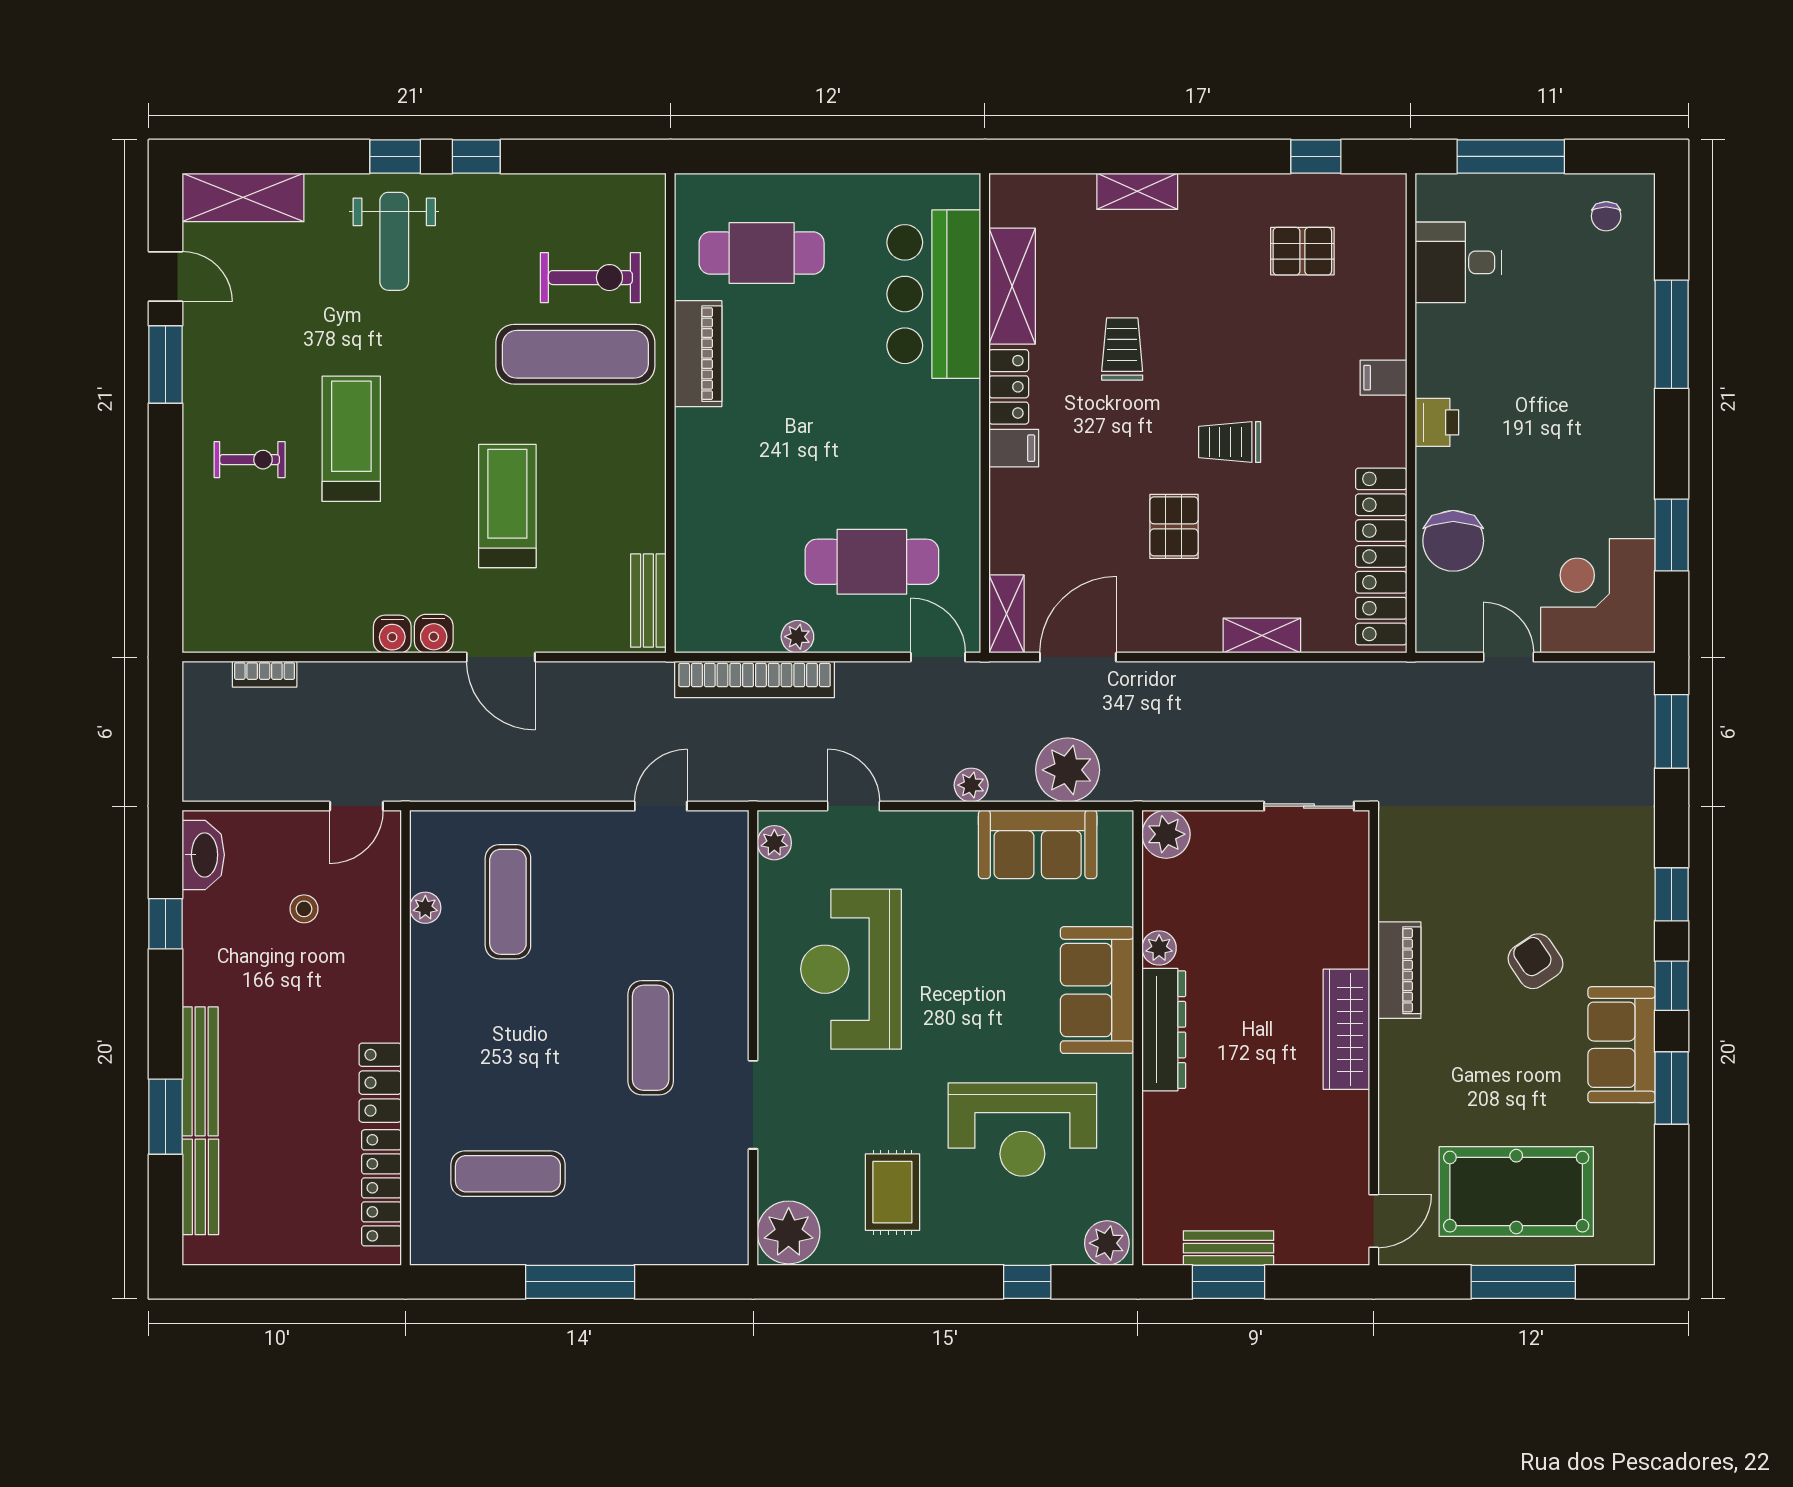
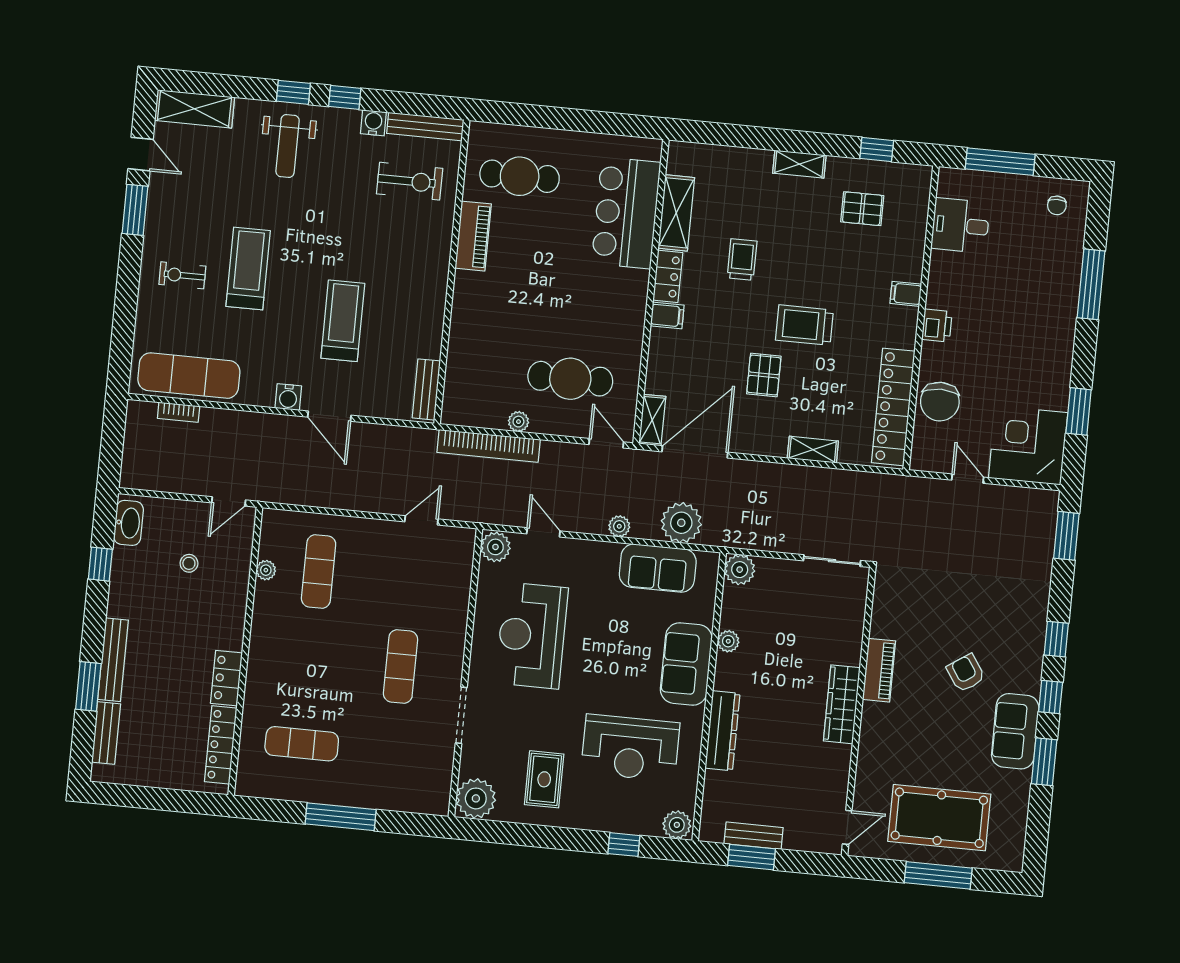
bench: (607, 190) -> (425, 127), added
shelving: (1137, 191) -> (799, 164), moved
exercise mat: (575, 354) -> (189, 376), moved
trolley: (1230, 442) -> (804, 325), width x1.36, depth x1.39
exercise bike: (250, 460) -> (182, 275), turned 180
water cooler: (392, 634) -> (373, 123), moved, turned 180
door: (1078, 657) -> (695, 452), width x1.36
plant: (774, 843) -> (495, 547), width x1.38, depth x1.38
dresser: (1164, 1030) -> (722, 731), moved

